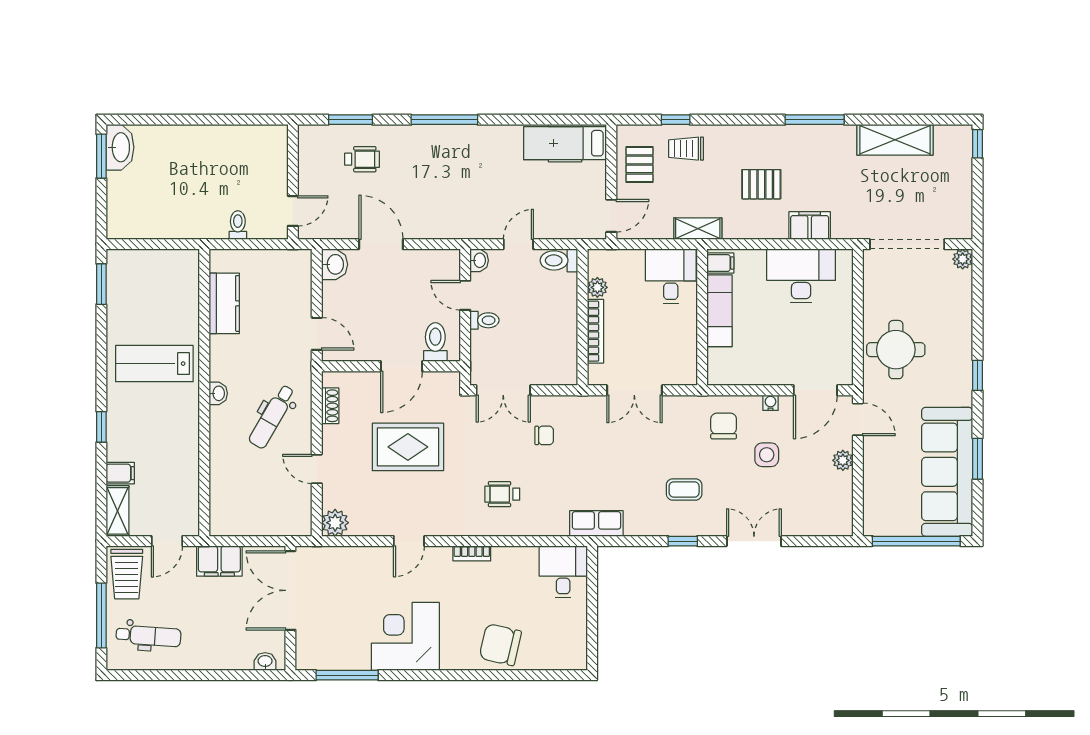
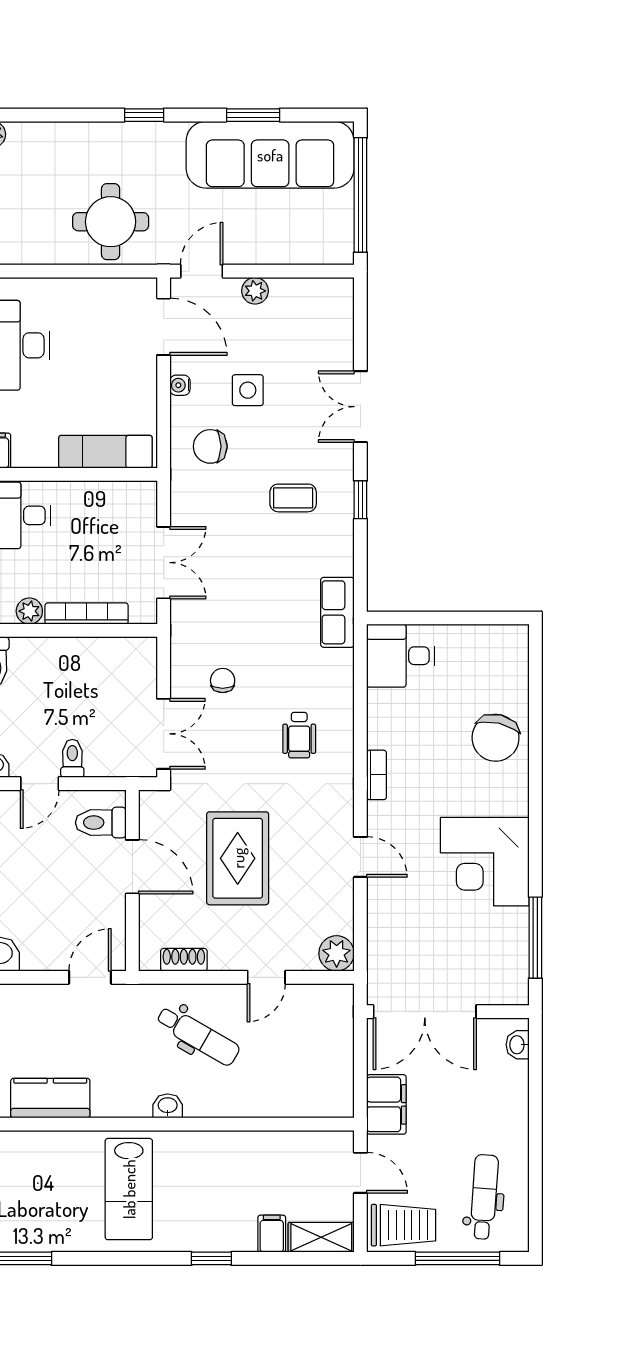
exam couch: (720, 311) -> (105, 452), moved
coffee table: (684, 489) -> (293, 498), turned 90

